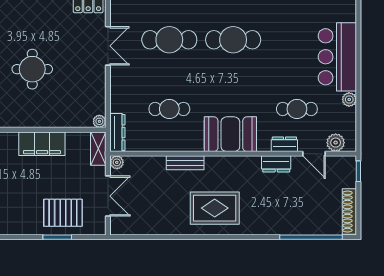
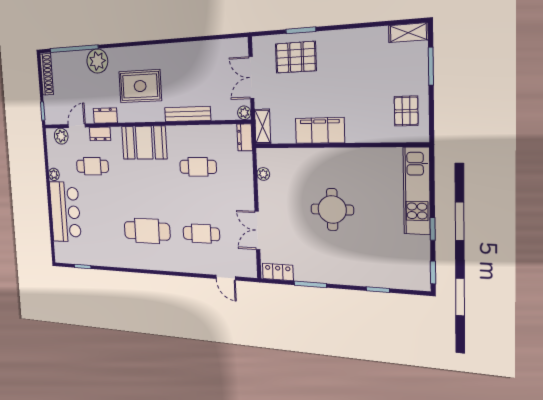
cafe table: (169, 40) -> (201, 234), width x0.73, depth x0.74
plant: (99, 121) -> (263, 174), moved
dresser: (117, 132) -> (245, 137), width x0.70
door: (314, 154) -> (77, 126), hinge flipped
bench: (185, 163) -> (188, 114), width x1.36
rug: (215, 208) -> (140, 86), moved
plant: (282, 222) -> (97, 61), added

